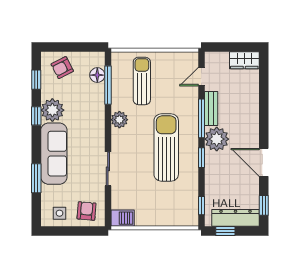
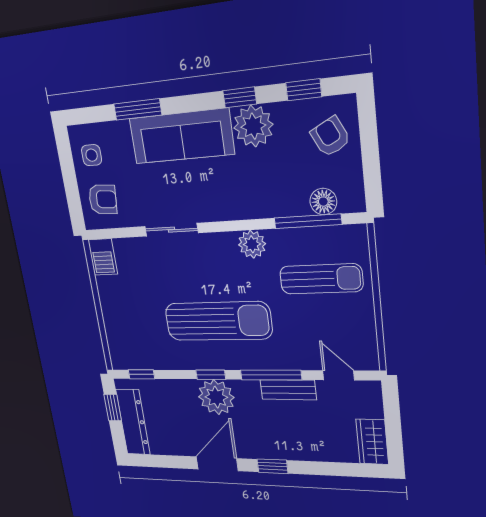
plant: (217, 139) -> (216, 397), moved
window: (264, 205) -> (272, 466), moved

